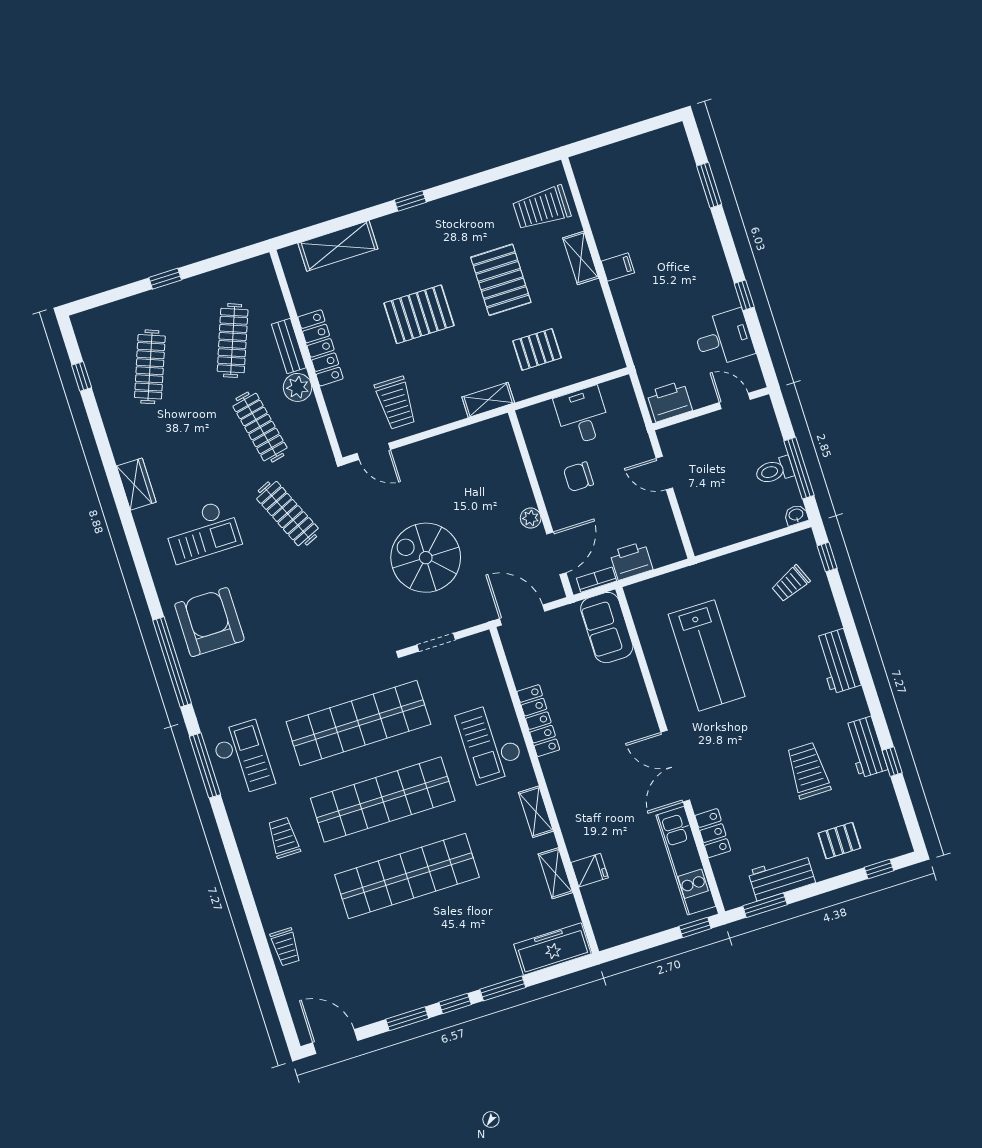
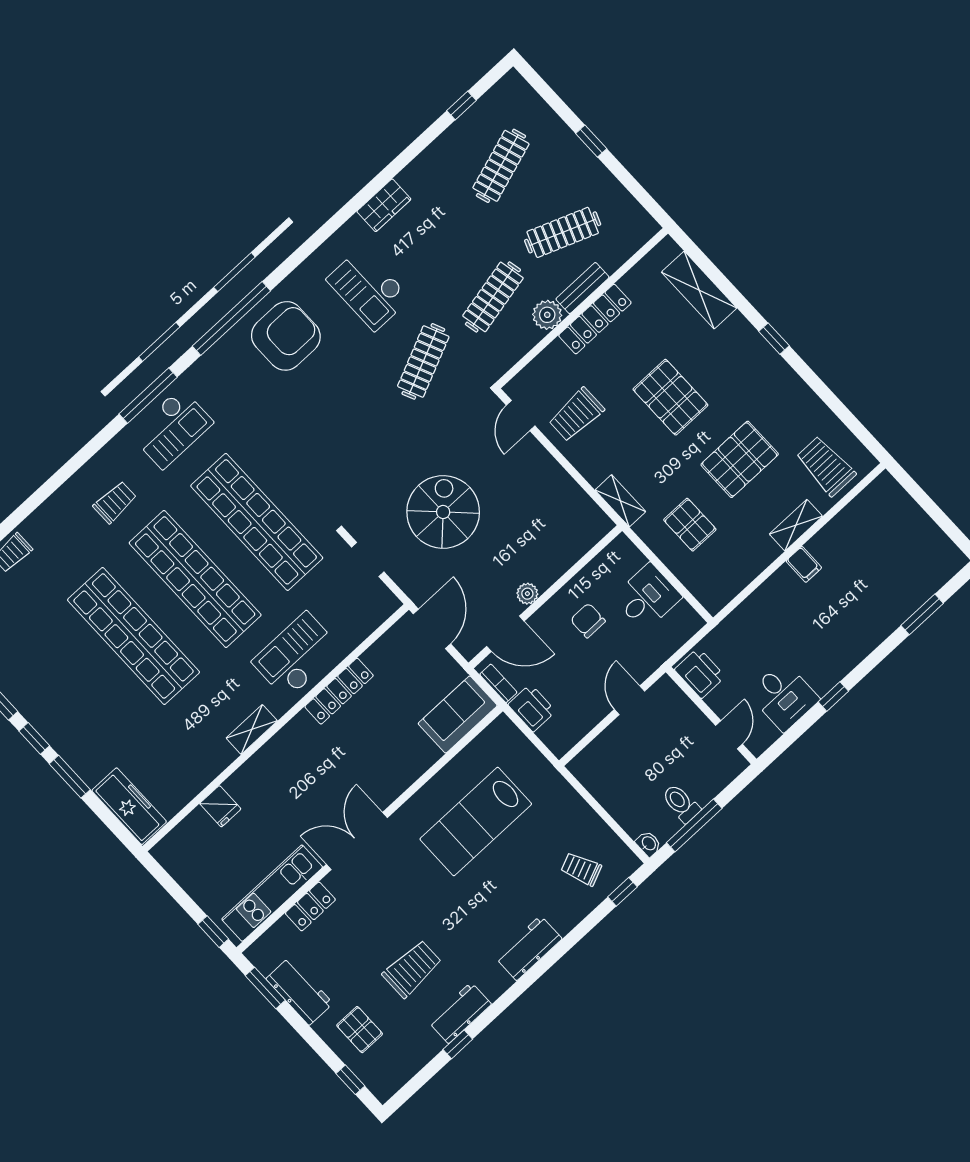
clothes rail: (150, 367) -> (501, 166), turned -39
shelving: (555, 873) -> (202, 775), removed

